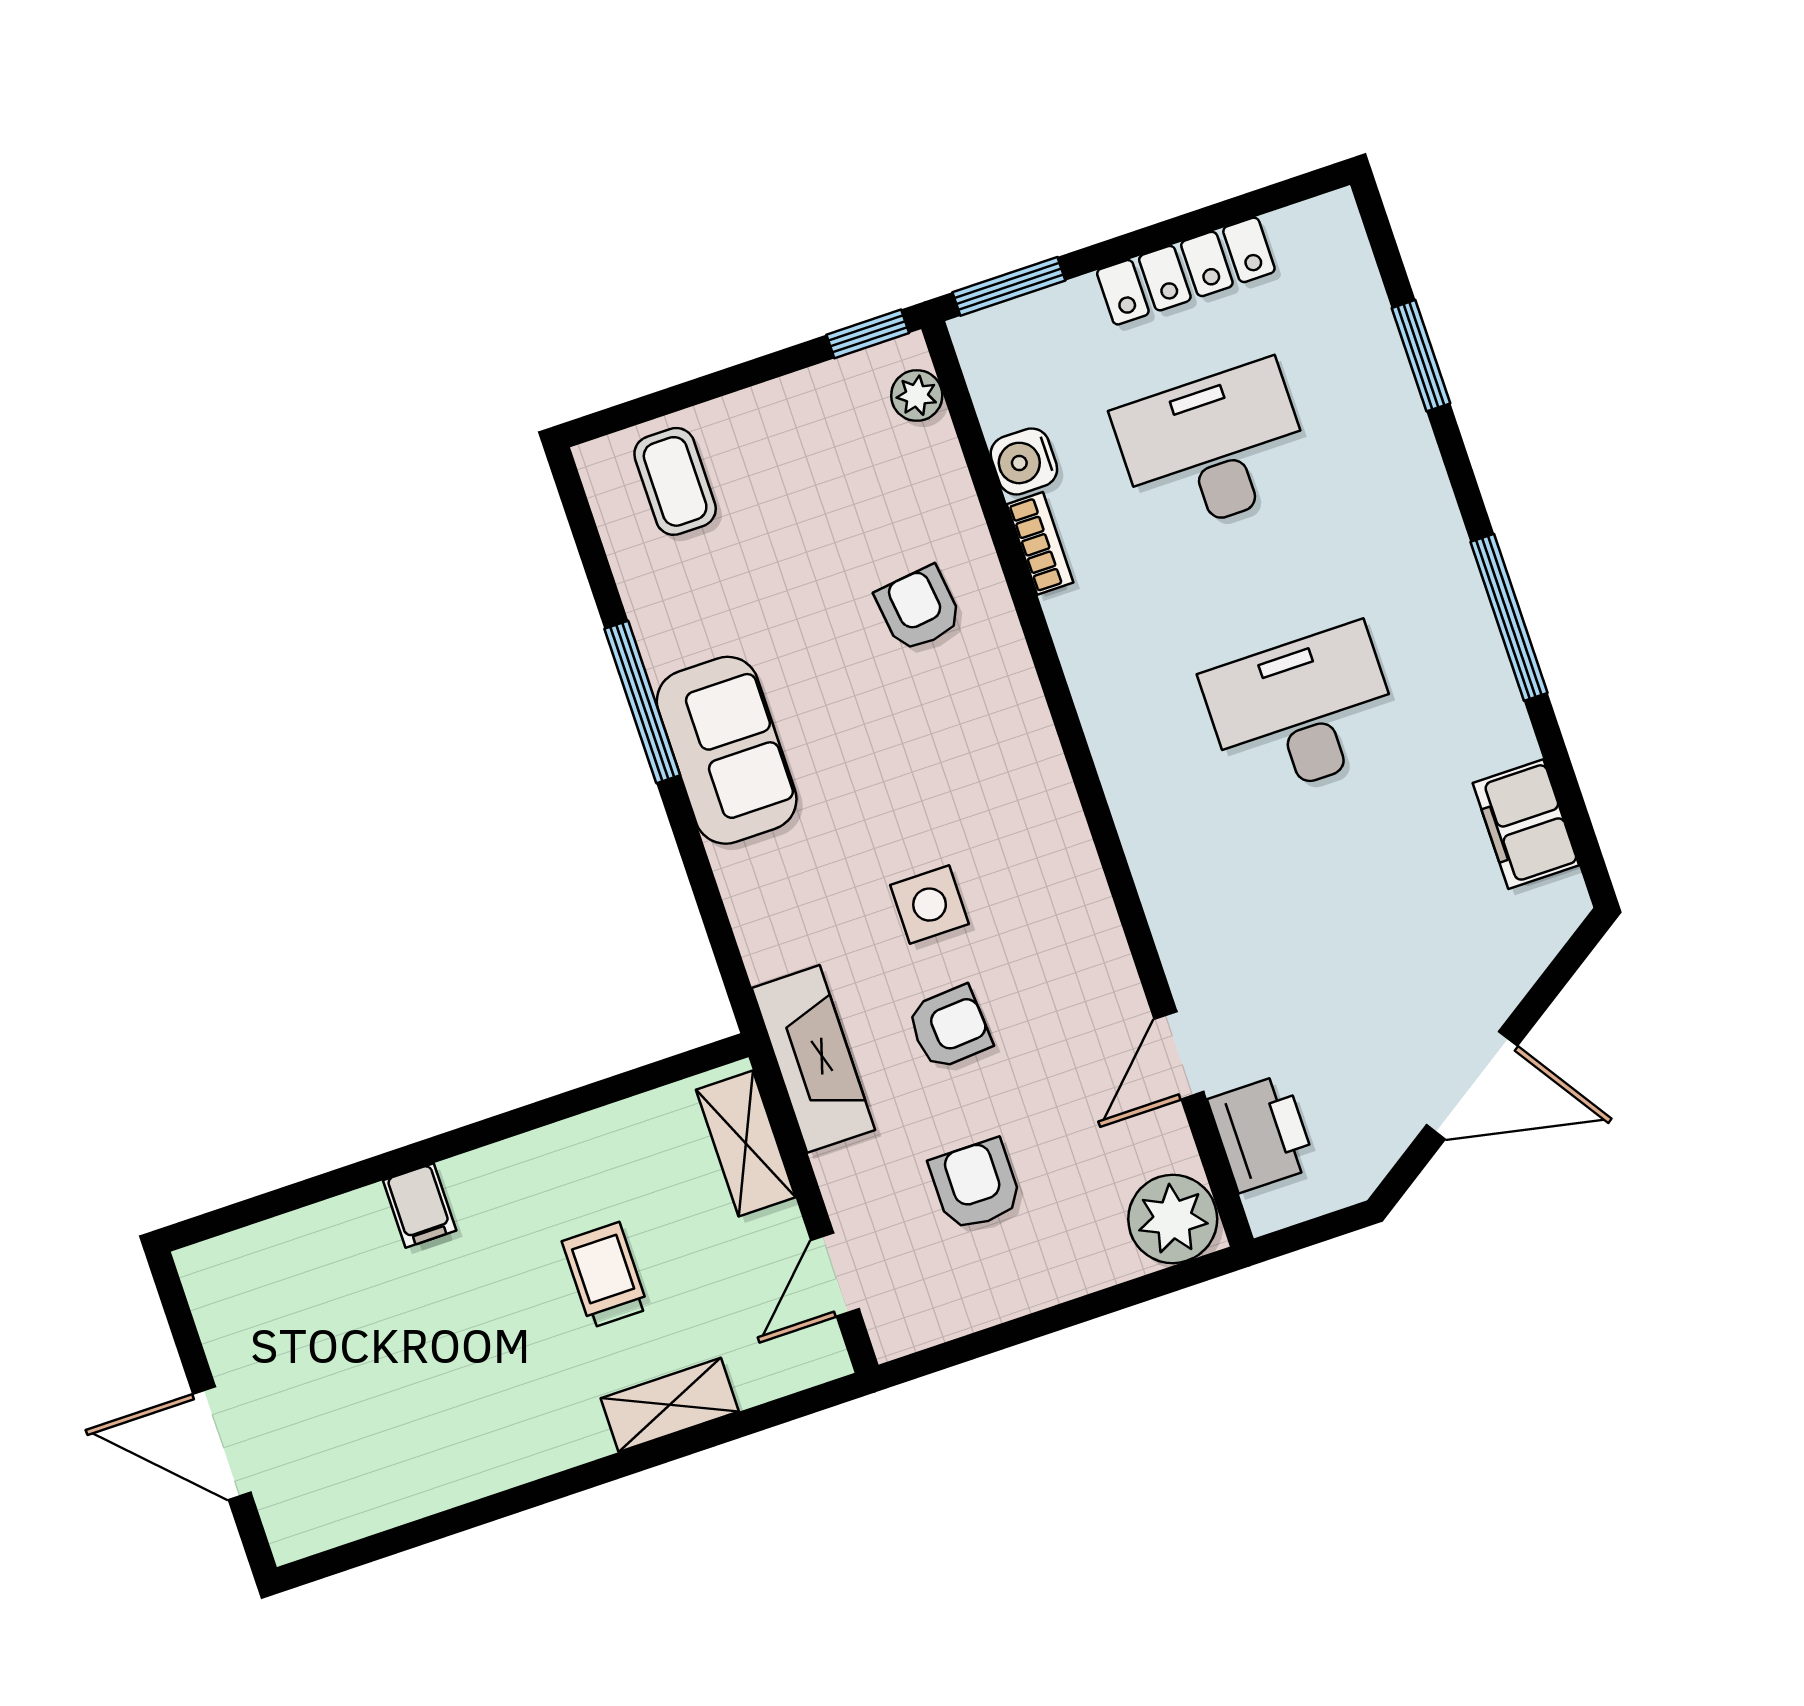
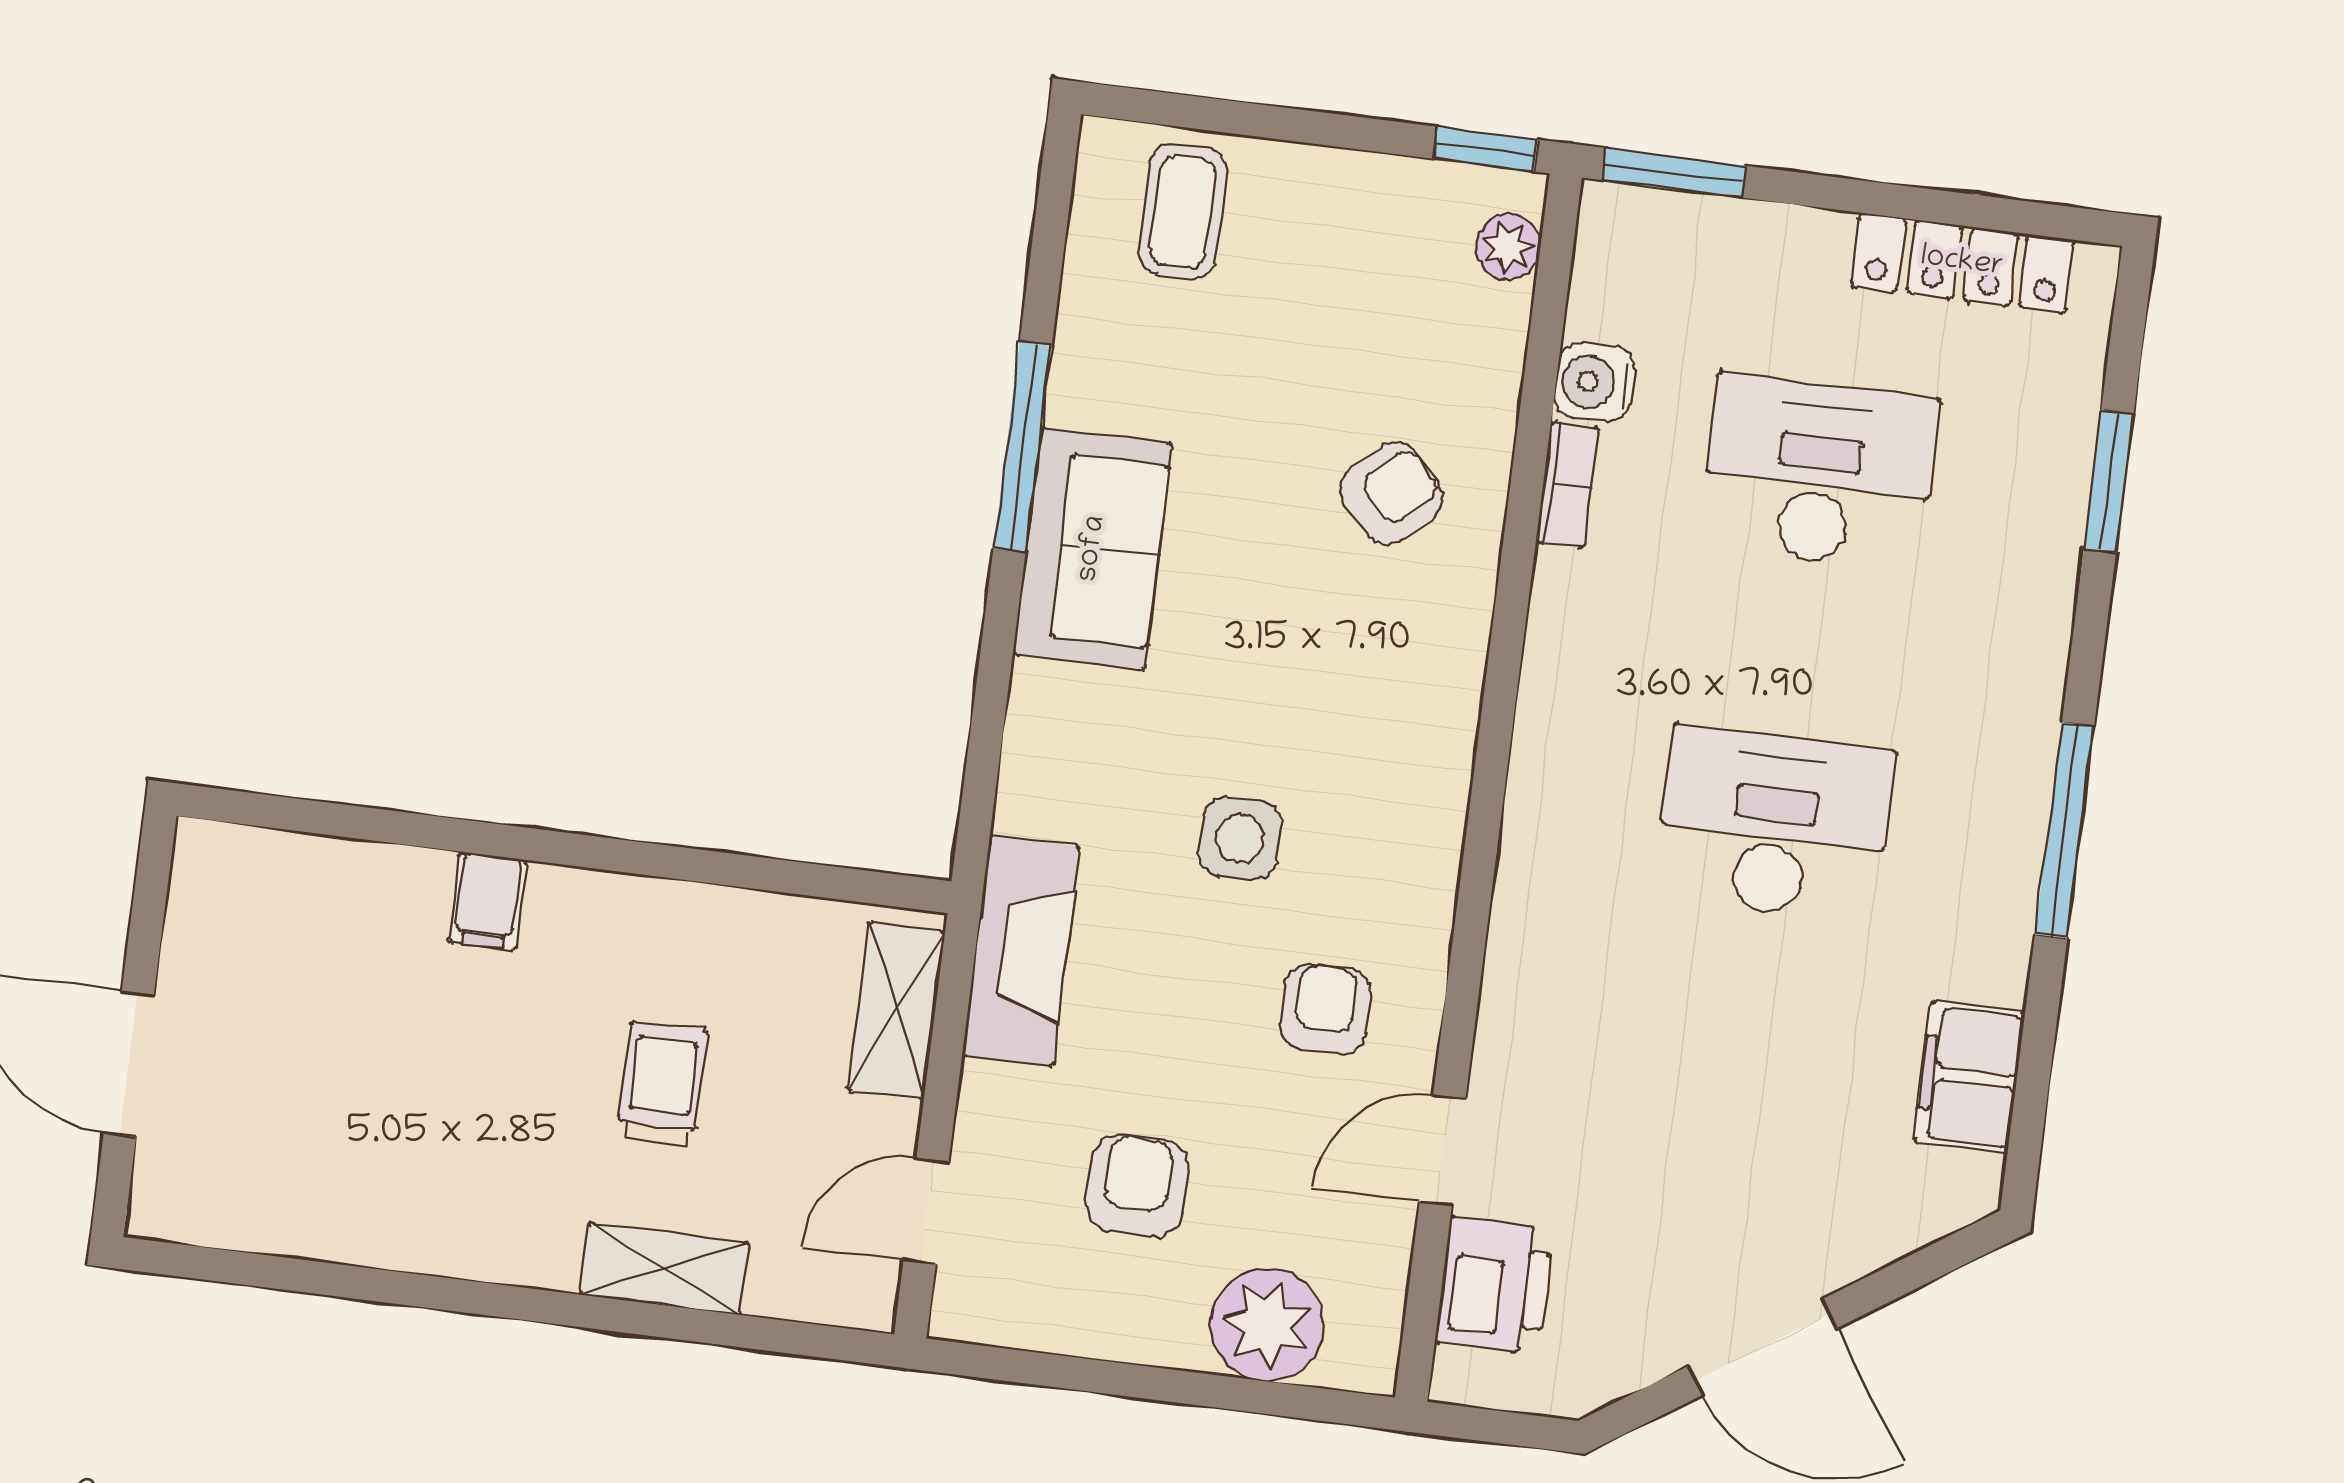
locker: (1186, 271) -> (1962, 263), moved
armchair: (919, 609) -> (1392, 493), turned 54
armchair: (949, 1028) -> (1325, 1009), moved, turned -86
plant: (1173, 1219) -> (1267, 1325), moved

